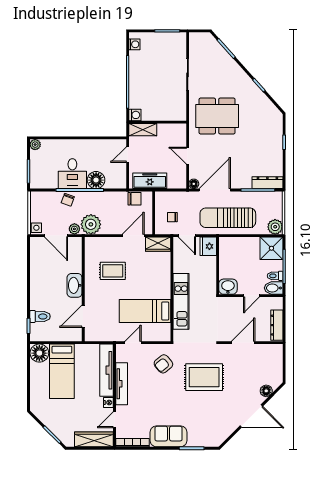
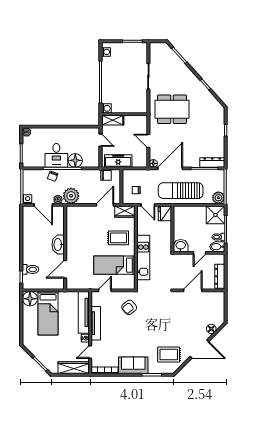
door: (128, 155) -> (100, 140), swing flipped
rug: (113, 271) -> (118, 238), moved
rug: (204, 377) -> (169, 355), moved, width x0.73, depth x0.70

